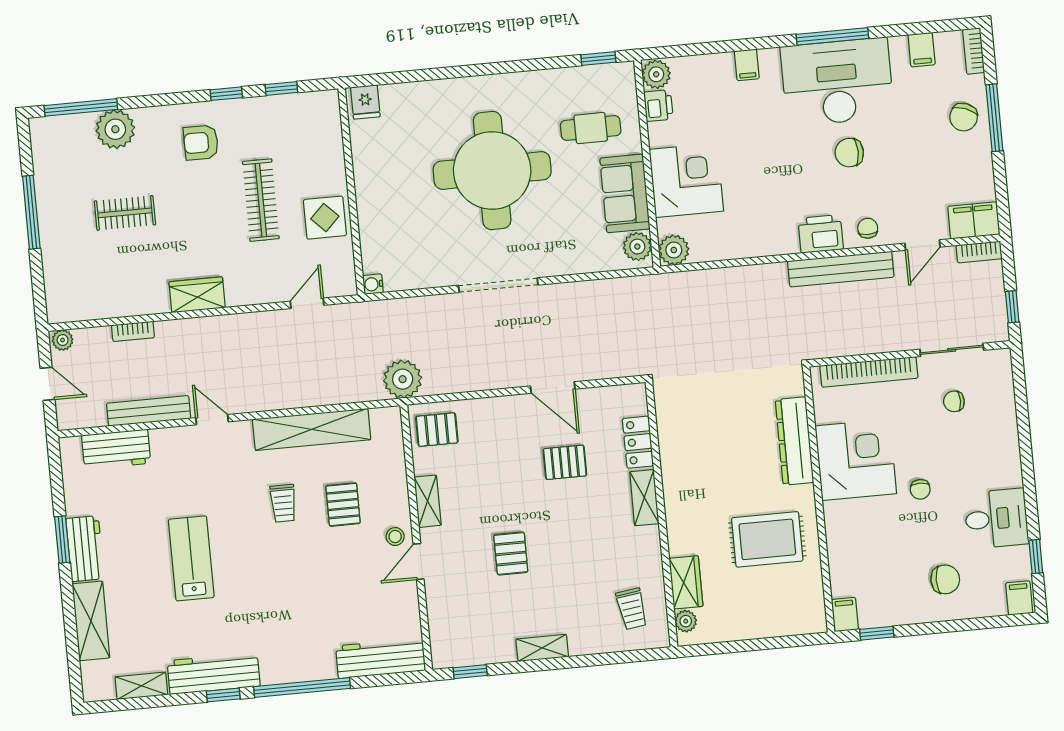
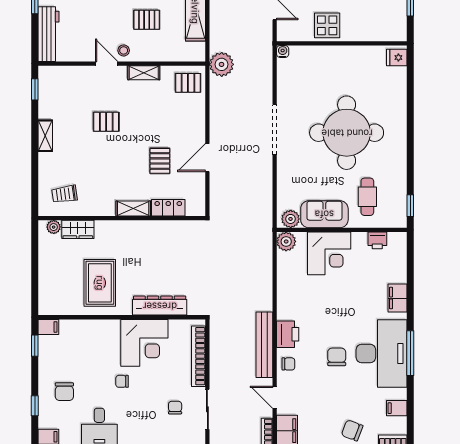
filing cabinet: (747, 65) -> (398, 298), width x2.00
plant: (656, 74) -> (397, 241), removed
pallet: (437, 430) -> (188, 83), turned 90
window: (972, 624) -> (35, 406), added

